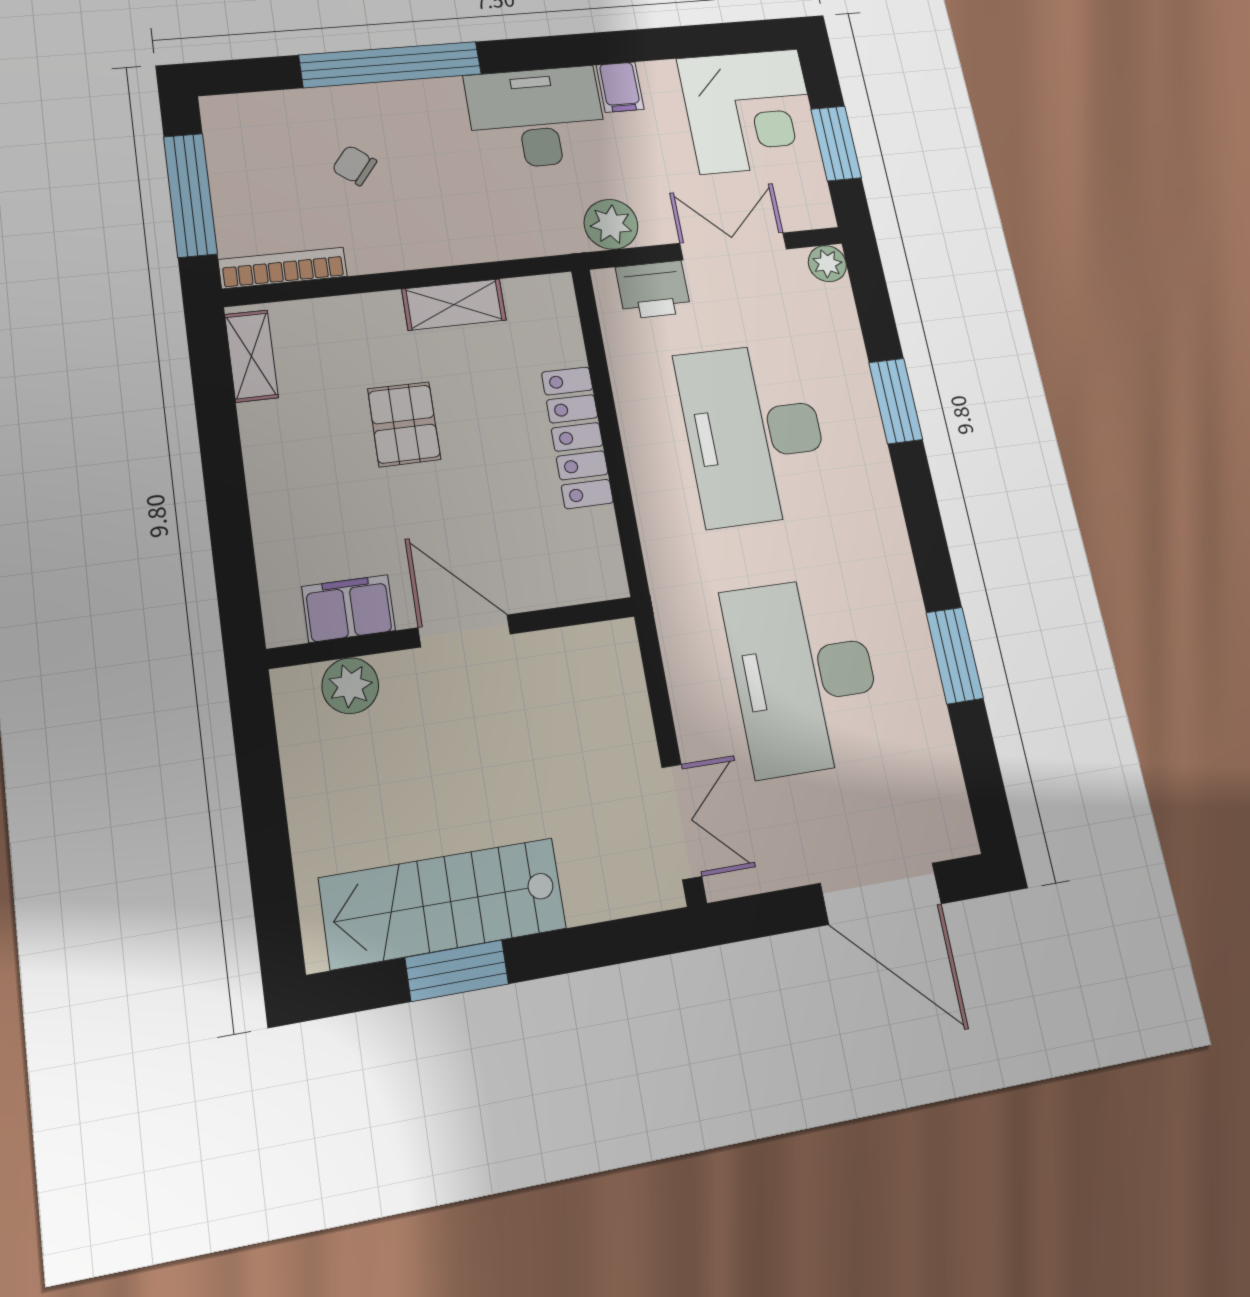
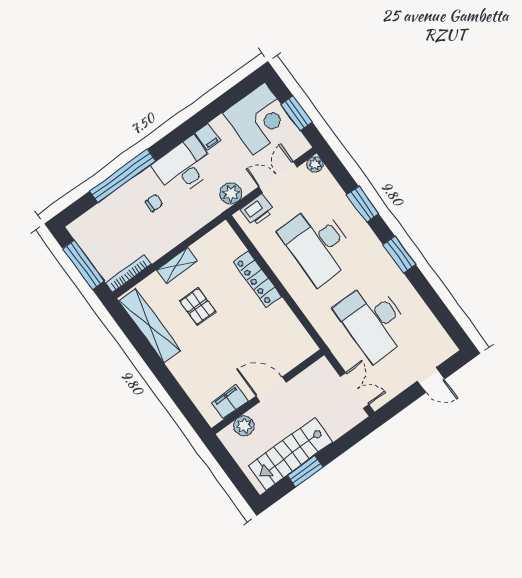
chair: (354, 165) -> (154, 203), moved, turned 142
shelving: (454, 305) -> (177, 266), moved
shelving: (251, 356) -> (150, 326), width x2.20, depth x1.33
filing cabinet: (348, 608) -> (230, 402), moved
door: (464, 631) -> (271, 389), moved
wall: (454, 632) -> (268, 392), moved
window: (955, 655) -> (399, 254), moved
plant: (350, 686) -> (244, 426), moved
door: (881, 894) -> (431, 380), width x0.53

